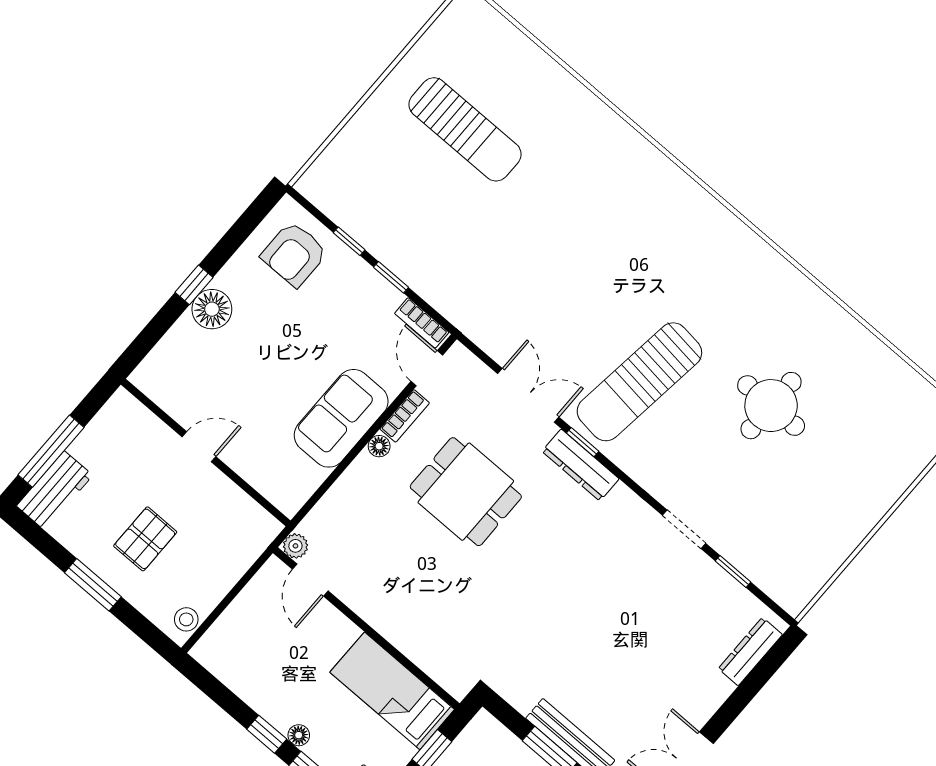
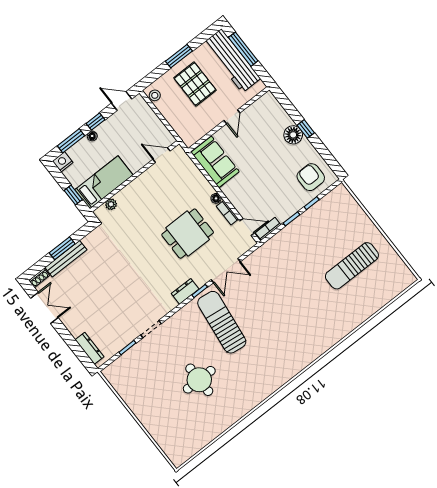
sofa: (341, 418) -> (215, 162), moved
dresser: (581, 465) -> (185, 291), width x0.70
workbench: (55, 491) -> (232, 61), width x1.88, depth x1.32
pallet: (145, 539) -> (195, 84), width x1.50, depth x1.42
plant: (295, 546) -> (111, 204), moved
door: (212, 687) -> (122, 101), added

